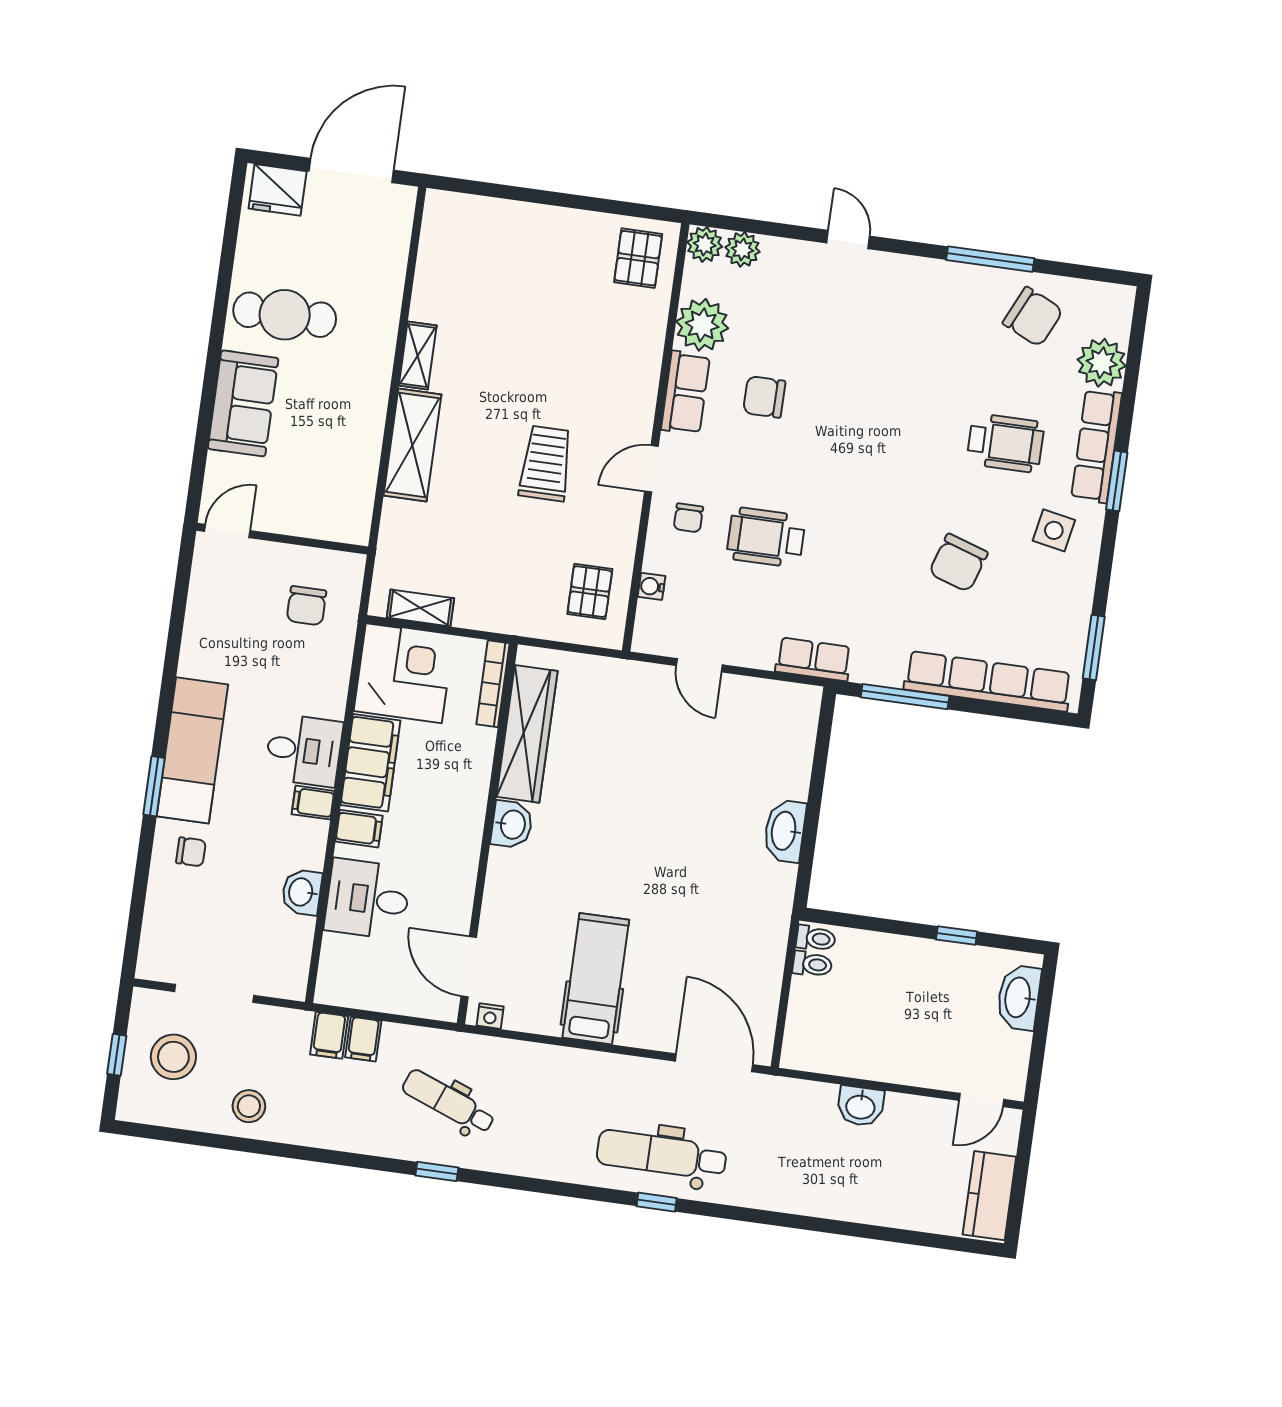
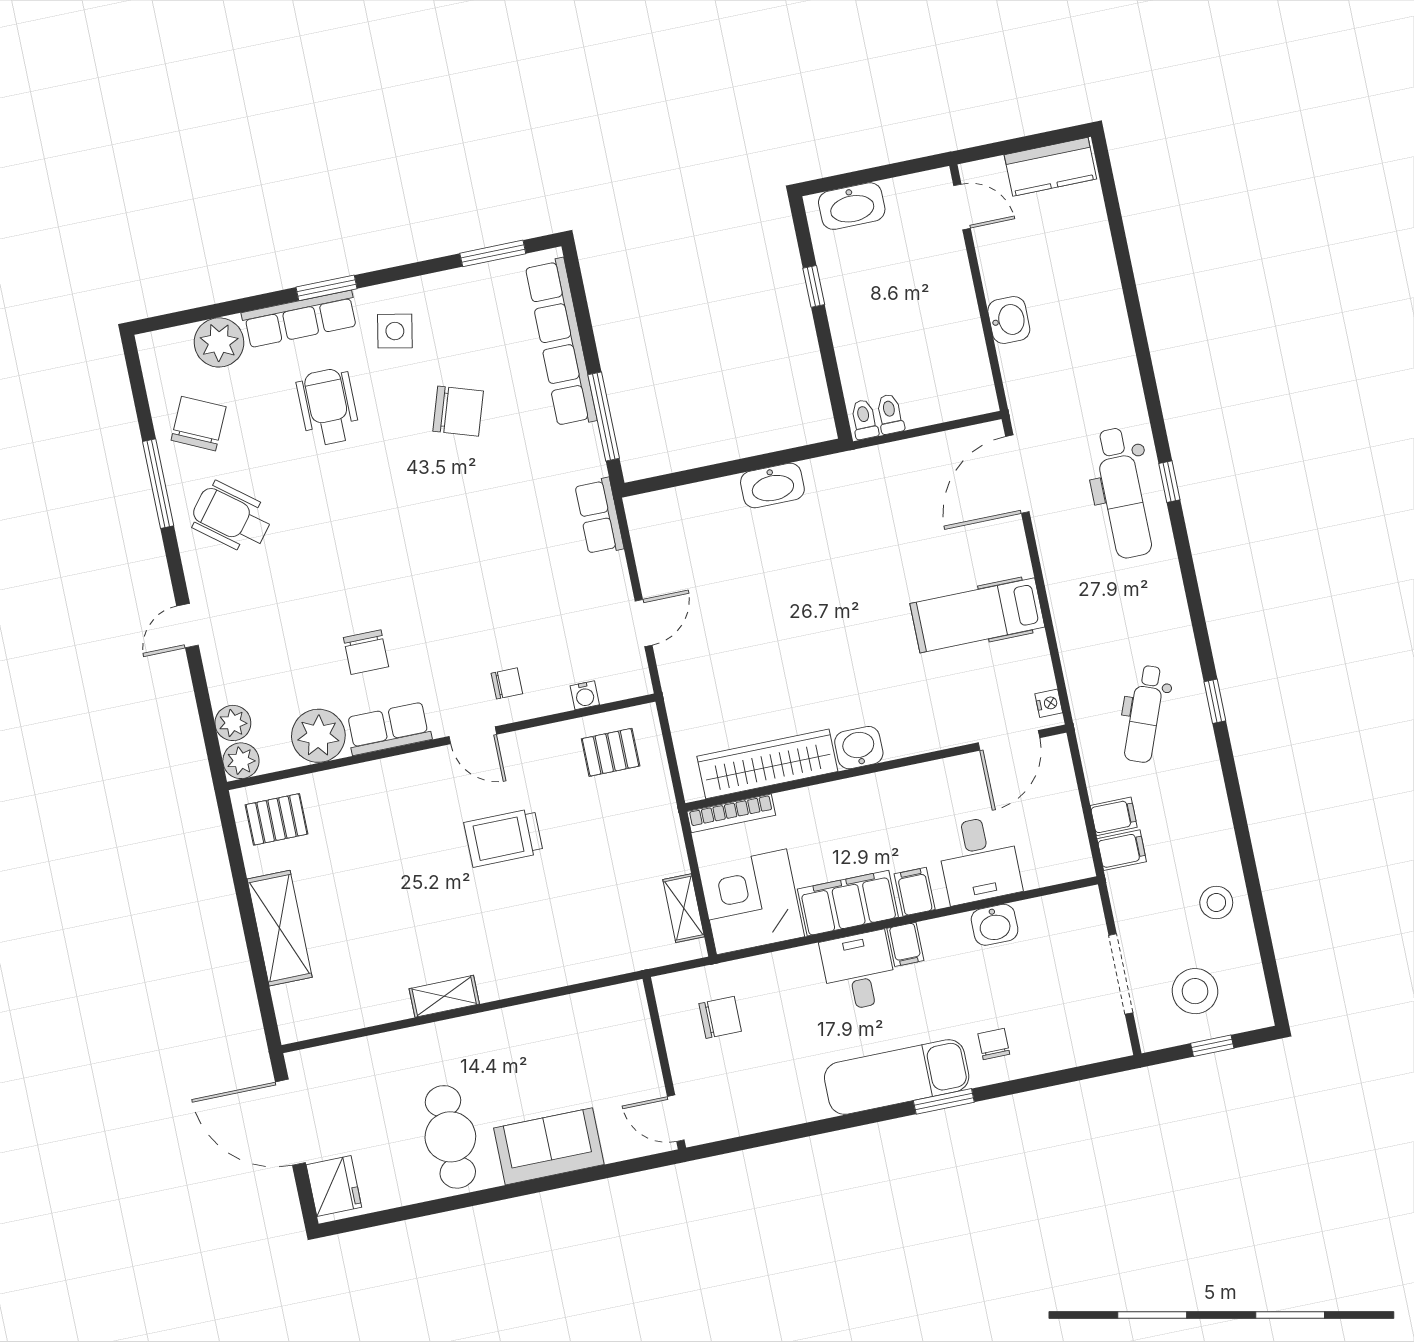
shelving: (412, 445) -> (280, 928), moved, turned 90
wheelchair: (766, 537) -> (231, 518), moved, turned 128

